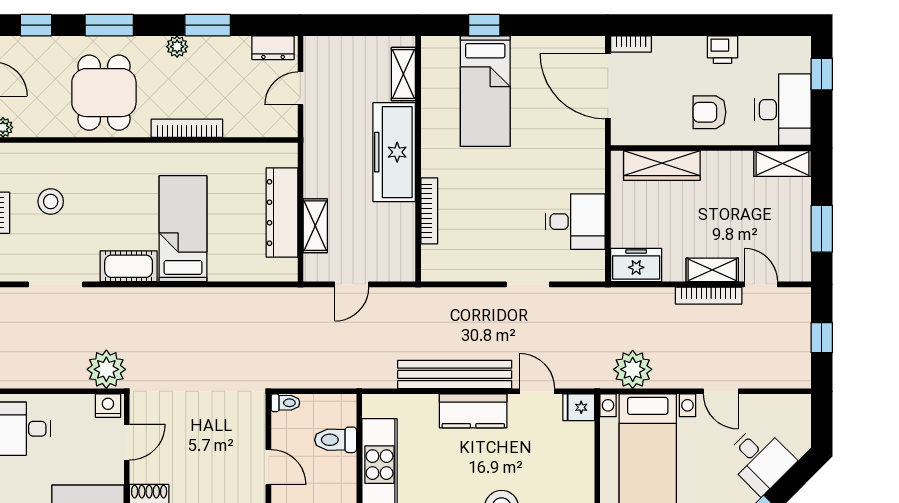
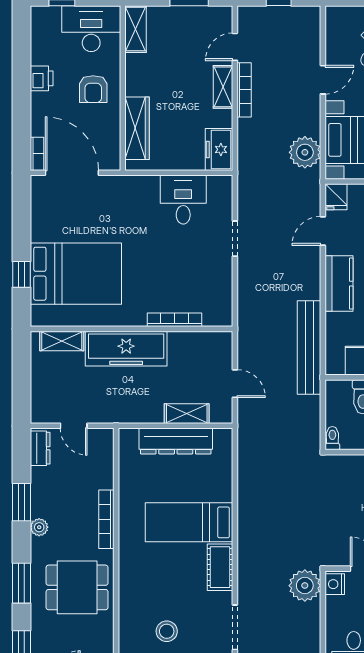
door: (608, 86) -> (72, 173), swing flipped
bed: (485, 91) -> (76, 274), width x1.50
bench: (455, 374) -> (309, 347), moved

